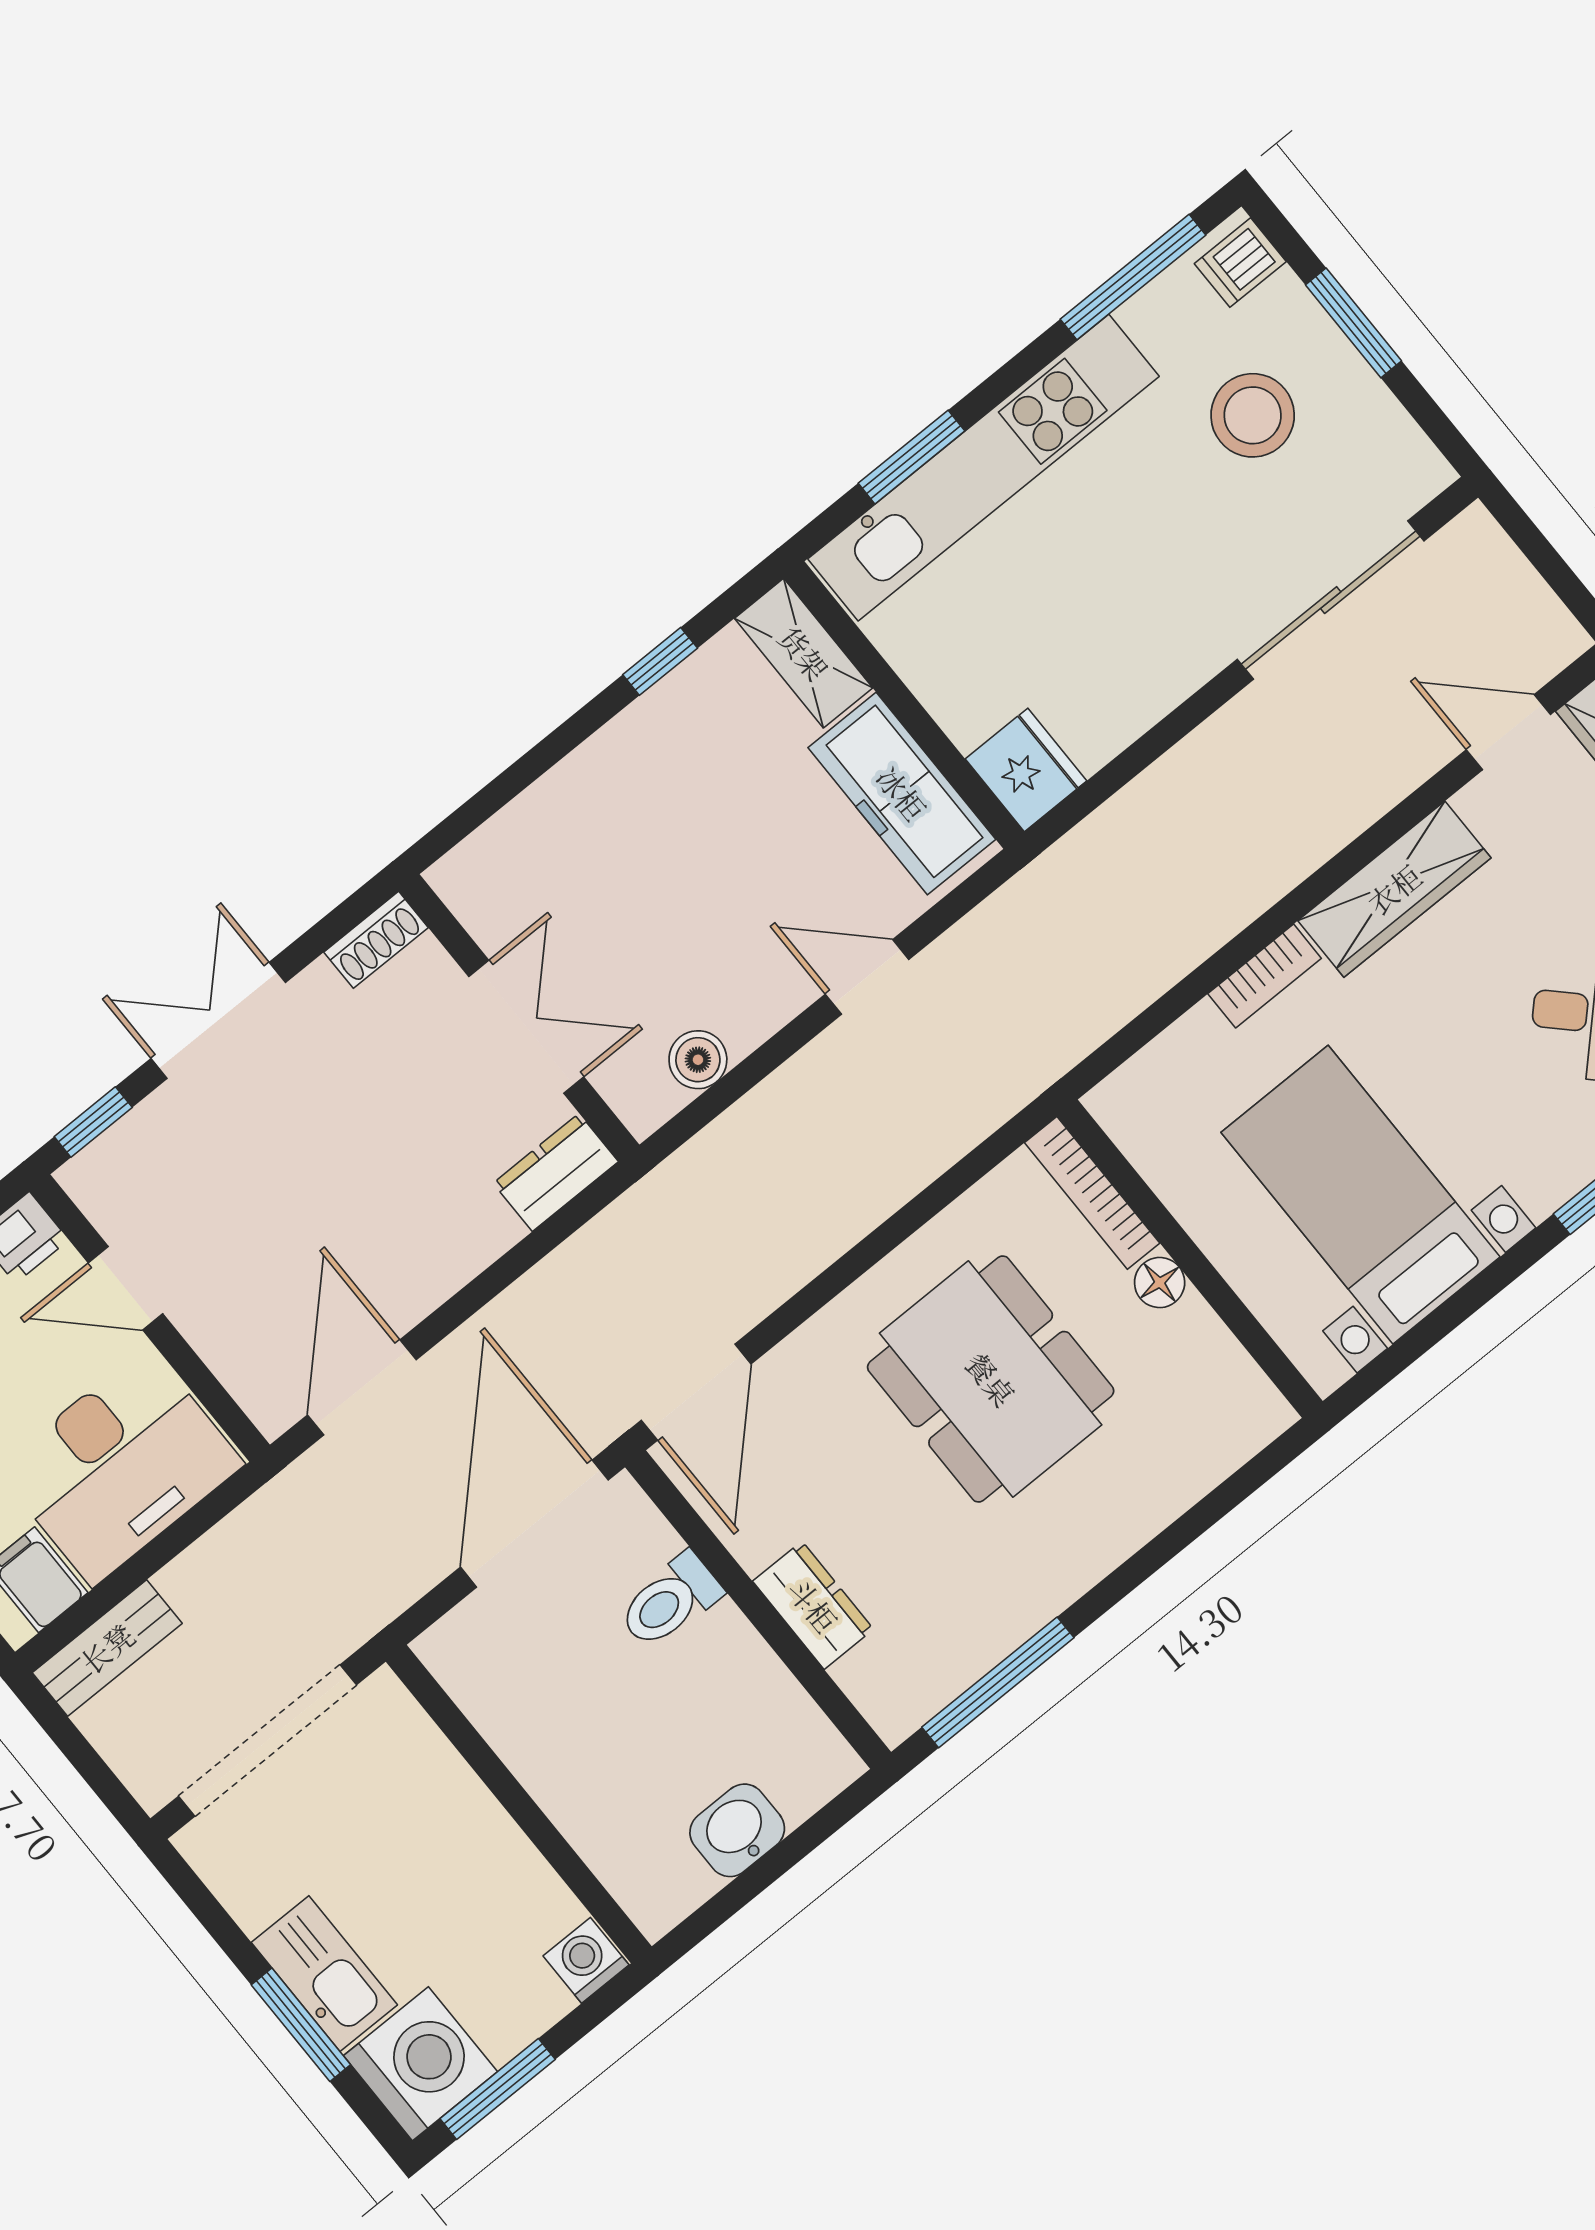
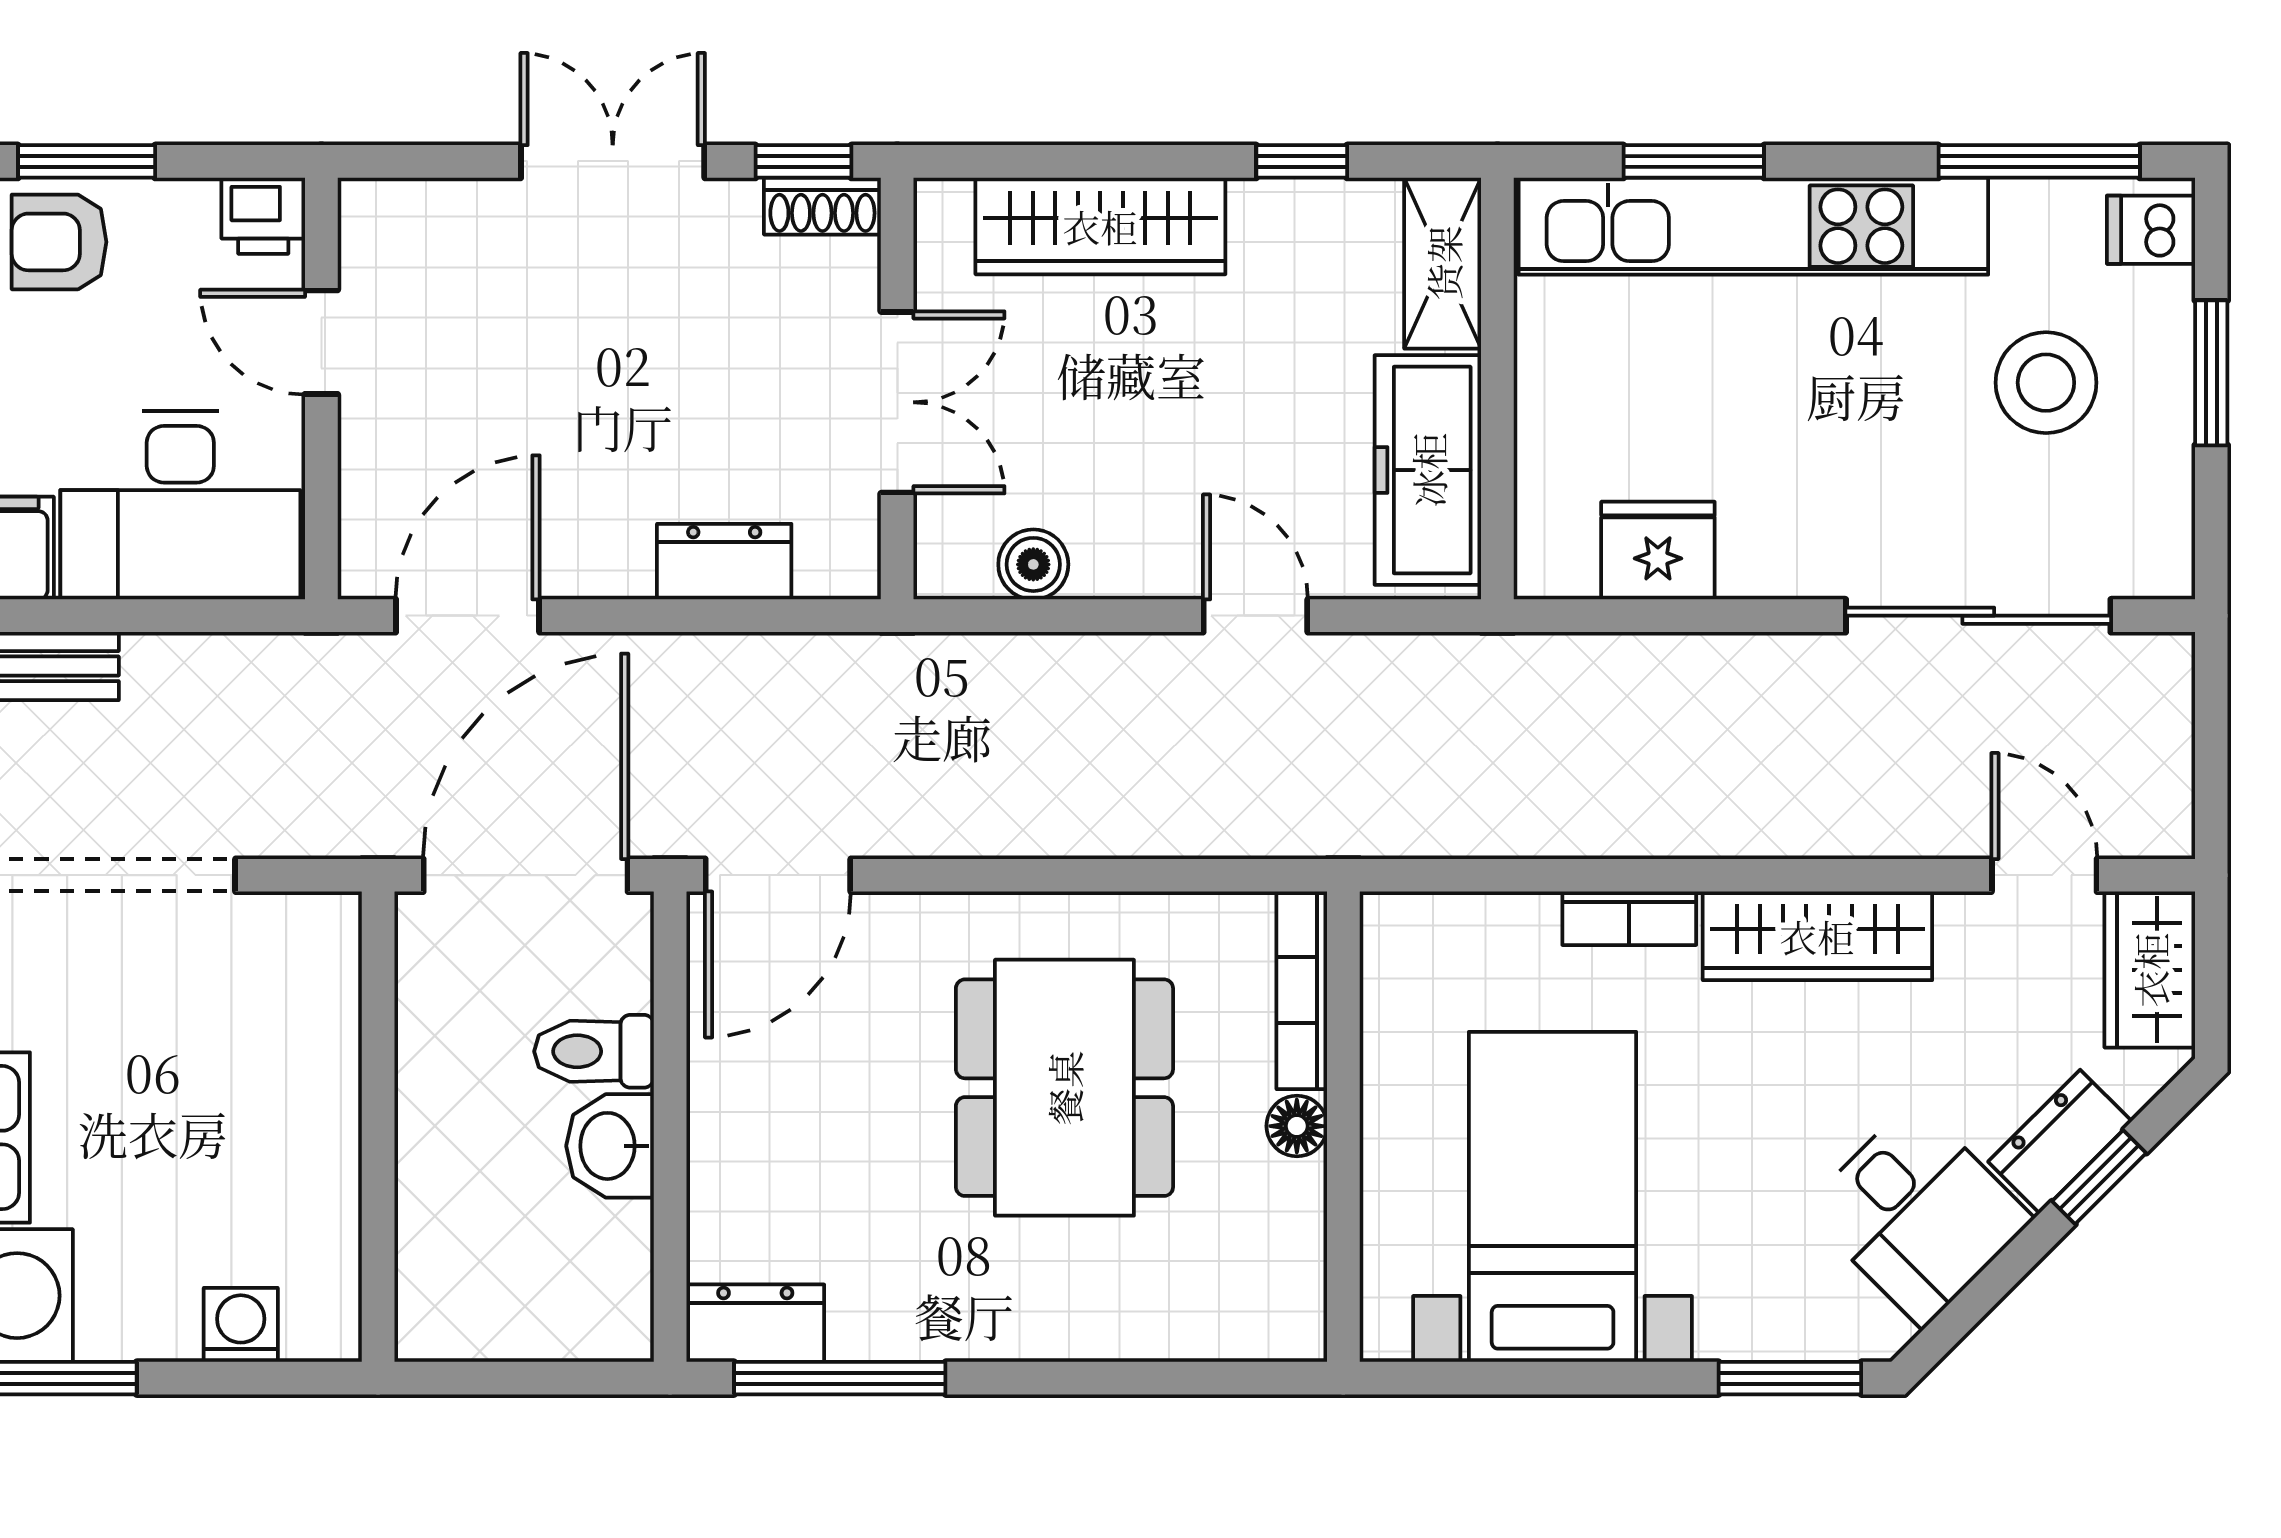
fridge: (1026, 770) -> (1658, 551), moved, turned -90
wardrobe: (565, 808) -> (1100, 226), added
window: (93, 1122) -> (803, 161), moved
dresser: (556, 1172) -> (724, 562), moved
dresser: (813, 1605) -> (755, 1323), moved, turned -90
wall: (519, 1804) -> (378, 1127), moved
washbasin: (737, 1830) -> (610, 1146), moved, turned -90

